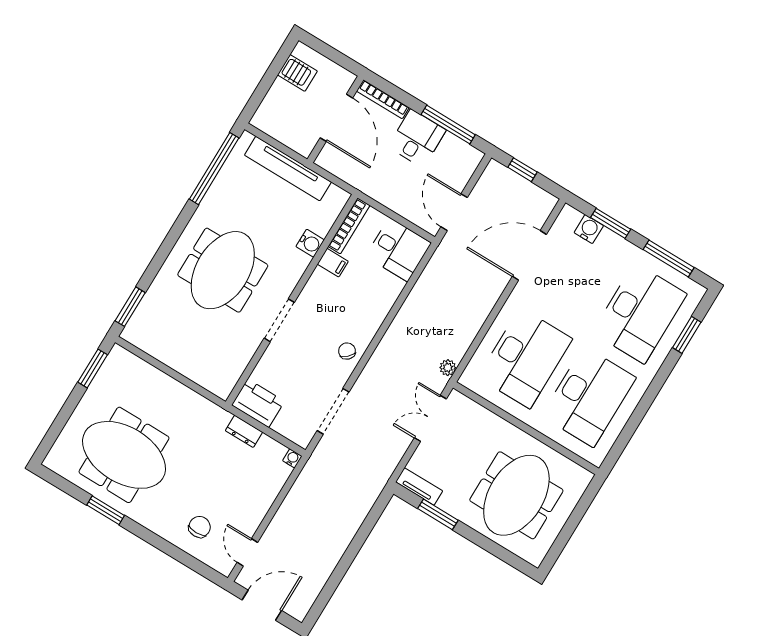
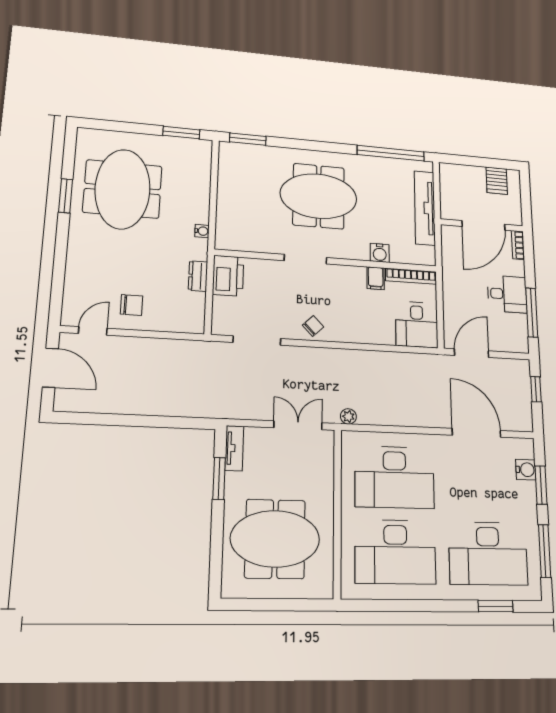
bookcase: (383, 99) -> (518, 245), width x0.64
water cooler: (292, 458) -> (202, 231), moved
chair: (200, 527) -> (132, 305), moved

